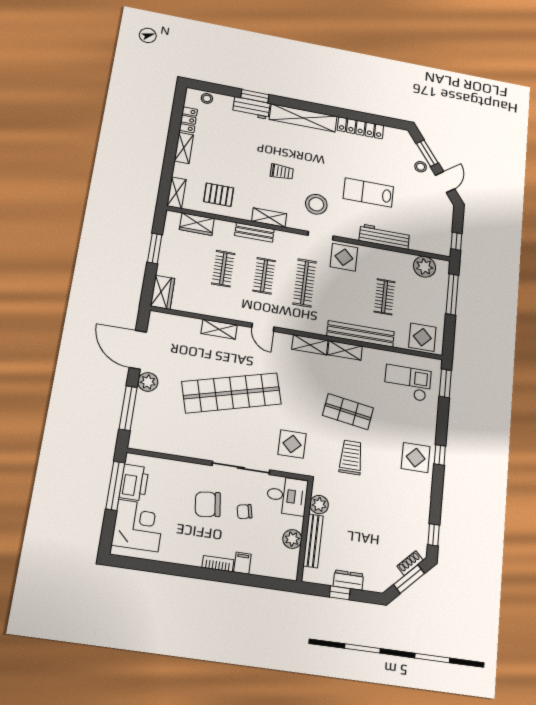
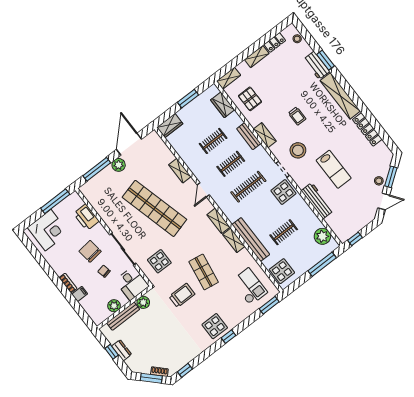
lab bench: (368, 193) -> (334, 169), turned 180
printer: (134, 483) -> (86, 217), moved, turned 90

